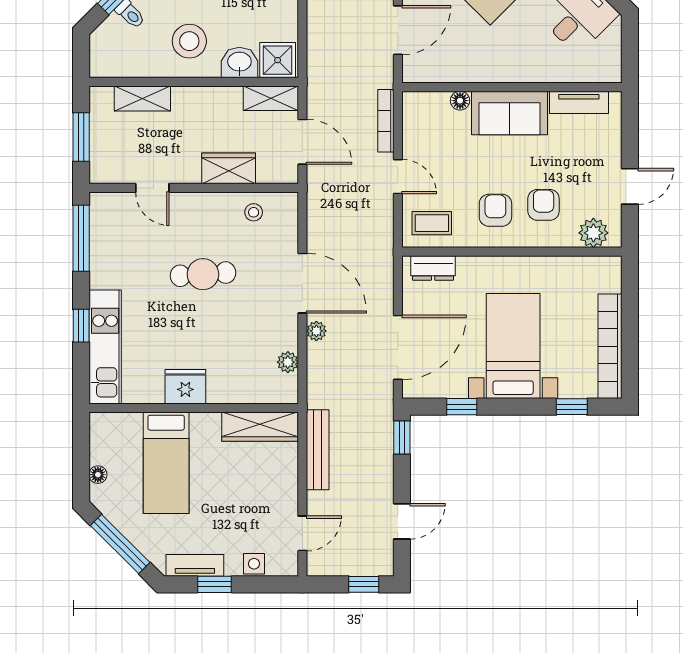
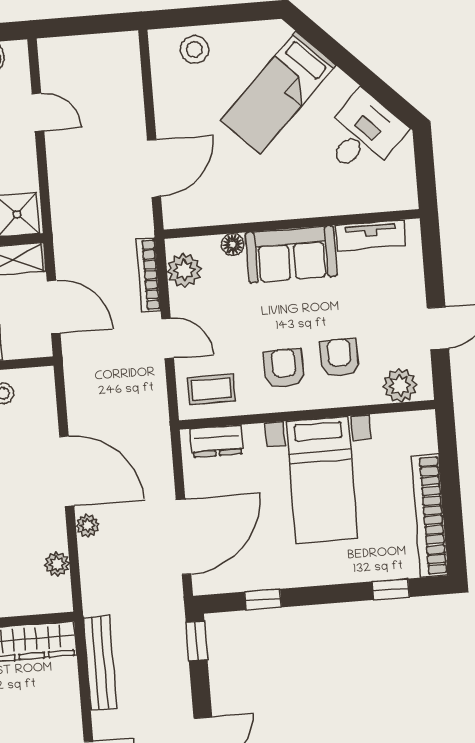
plant: (417, 119) -> (184, 270), added
bed with nightstands: (513, 346) -> (322, 480), moved, turned 180

